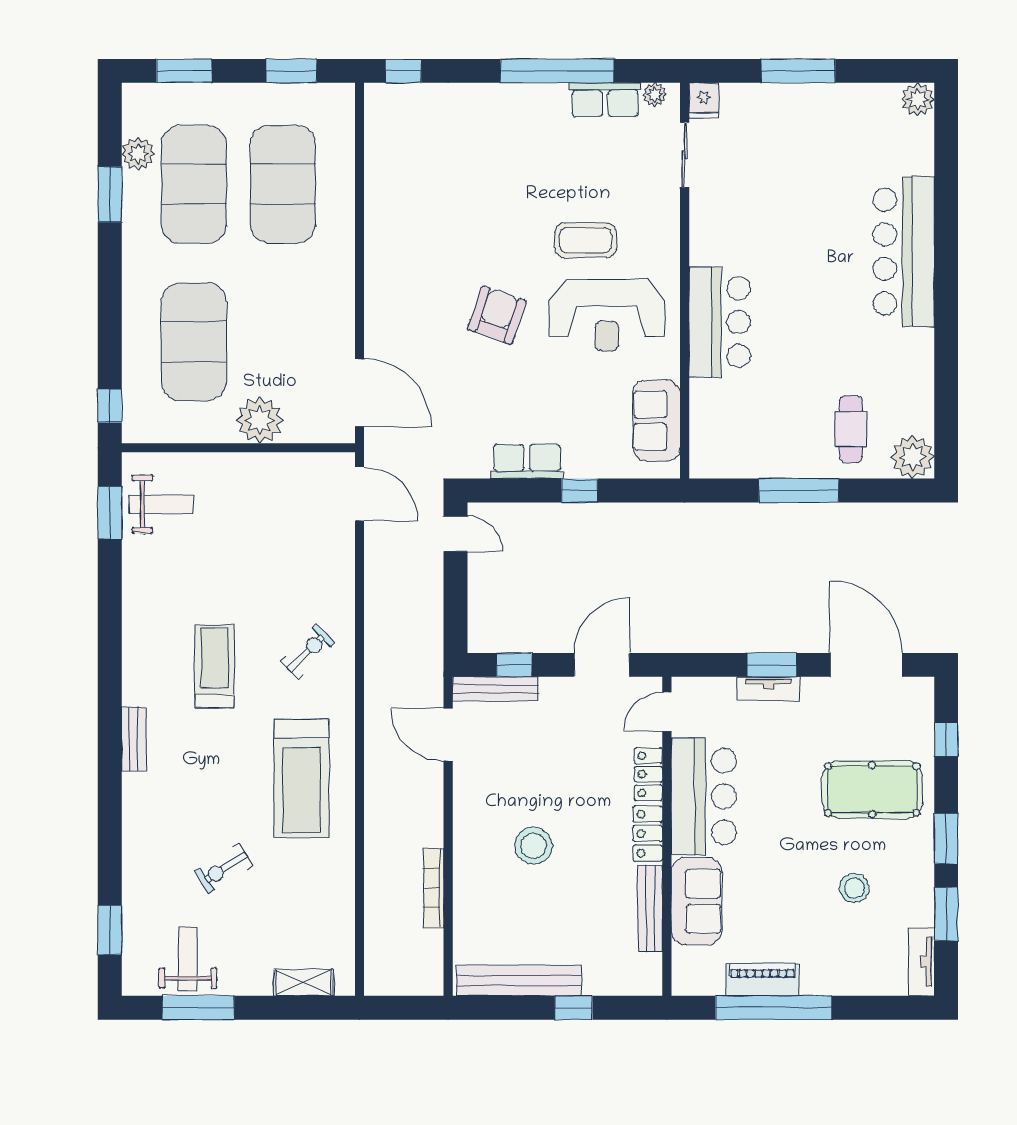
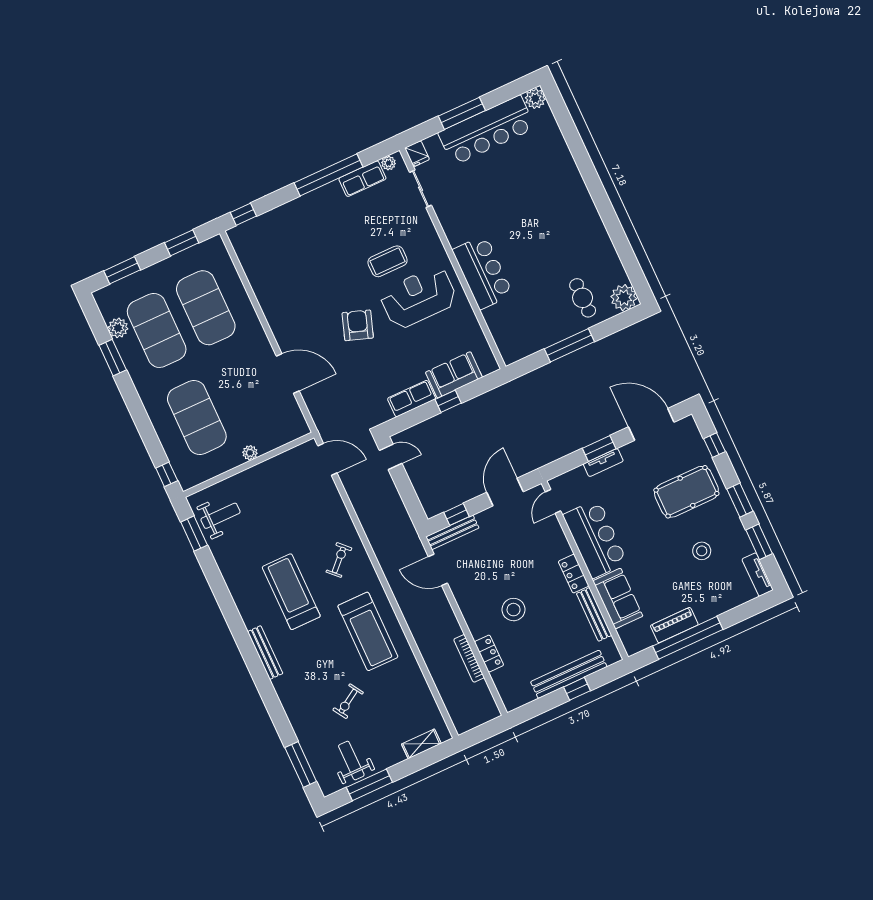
bar counter: (904, 252) -> (487, 130), moved, turned -90
reception desk: (607, 315) -> (418, 297), turned 180
door: (360, 393) -> (288, 374), moved
plant: (260, 420) -> (250, 453), width x0.53, depth x0.53
sofa: (656, 421) -> (454, 375), moved, turned 90
treadmill: (215, 666) -> (291, 592), width x1.37, depth x1.38
bench: (134, 739) -> (265, 653), width x1.36
locker: (648, 774) -> (489, 654), moved, turned 180
window: (110, 930) -> (301, 764), width x1.44
bench: (519, 980) -> (569, 674), moved

